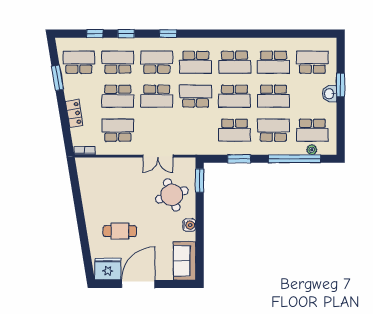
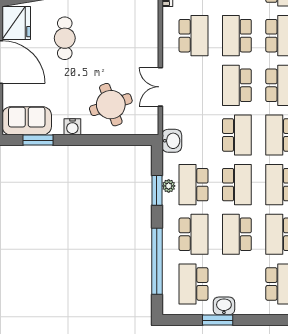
window: (341, 85) -> (218, 320), moved
washbasin: (330, 94) -> (224, 306), moved
school desk: (235, 96) -> (237, 185), turned 180
washbasin: (200, 147) -> (172, 141), added
plant: (312, 150) -> (169, 186), moved
window: (200, 181) -> (38, 140), moved

